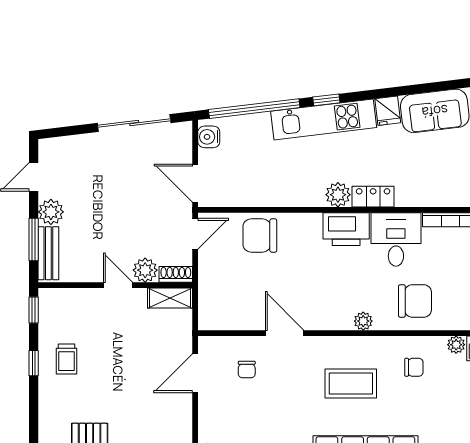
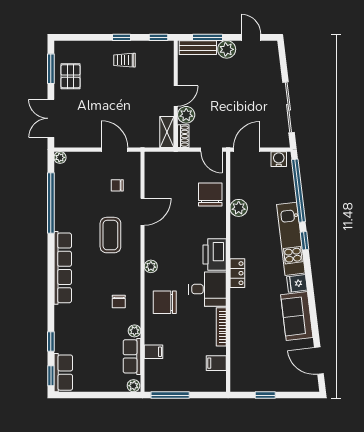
plant: (338, 195) -> (239, 208), moved
chair: (415, 301) -> (165, 302), turned 90
coffee table: (351, 383) -> (110, 235), moved

